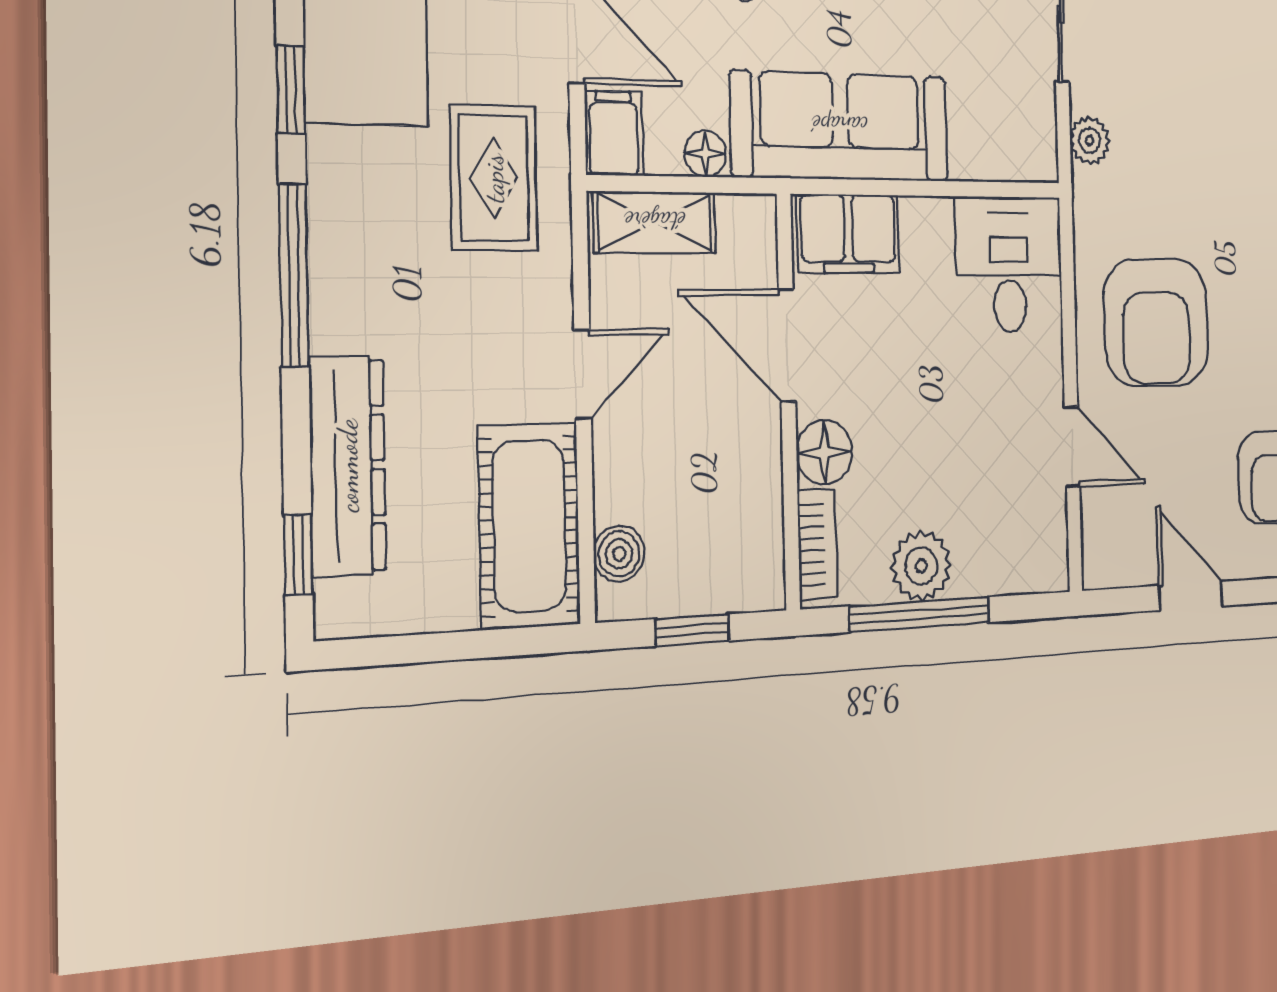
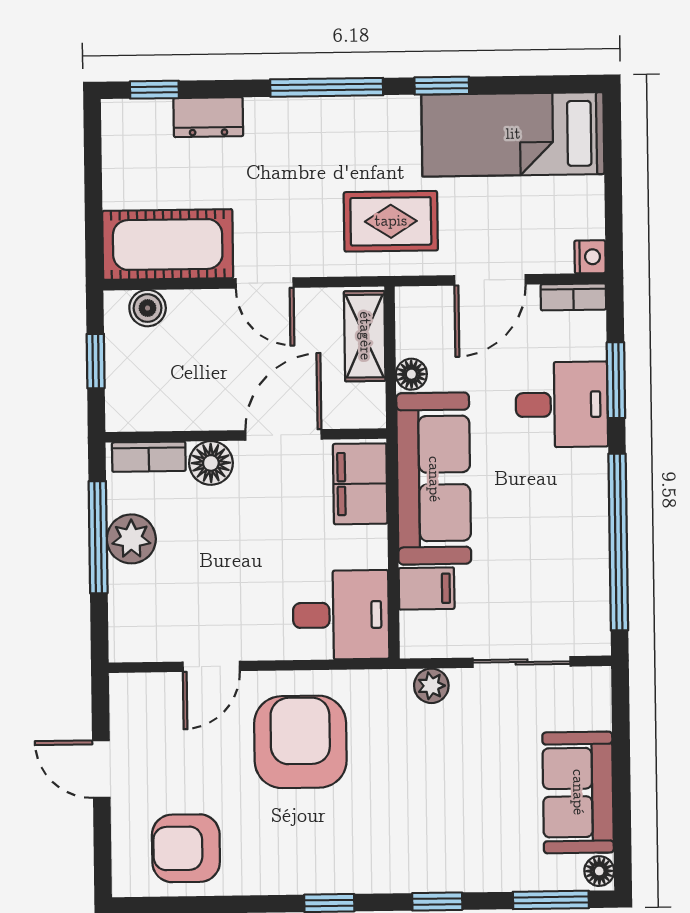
filing cabinet: (614, 133) -> (427, 589), moved
armchair: (1156, 323) -> (300, 742), turned 90
dresser: (348, 466) -> (208, 117), width x0.51, depth x0.80
door: (1191, 596) -> (101, 769), swing flipped

